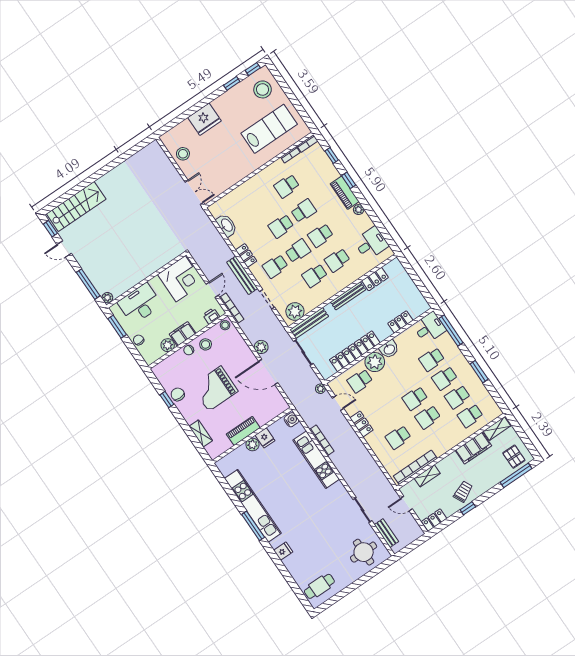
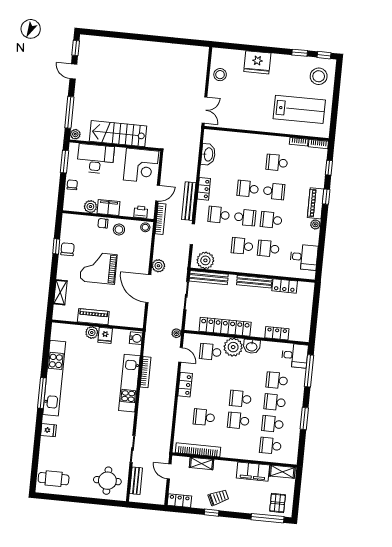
stairs: (76, 206) -> (118, 134), moved, turned 180

